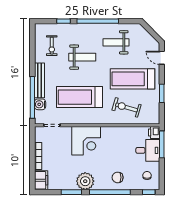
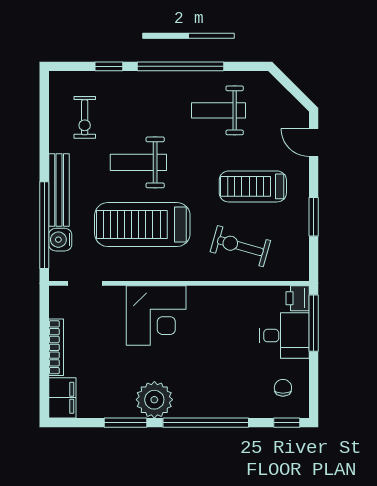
weight bench: (82, 57) -> (138, 162), moved, turned 180
treadmill: (133, 79) -> (253, 186), width x0.73, depth x0.73
chair: (118, 177) -> (222, 392), removed

